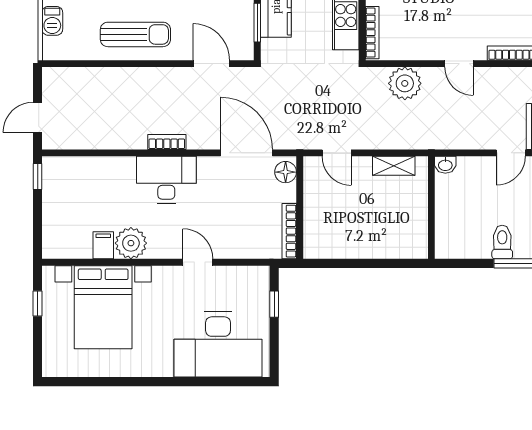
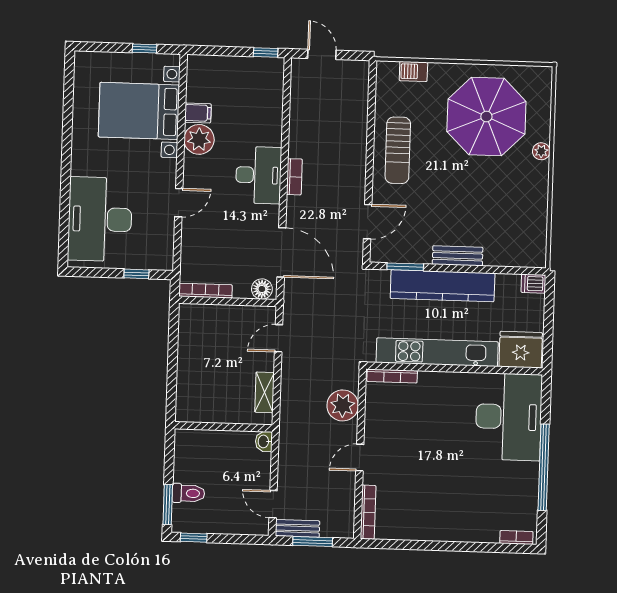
door: (247, 153) -> (281, 252), hinge flipped

